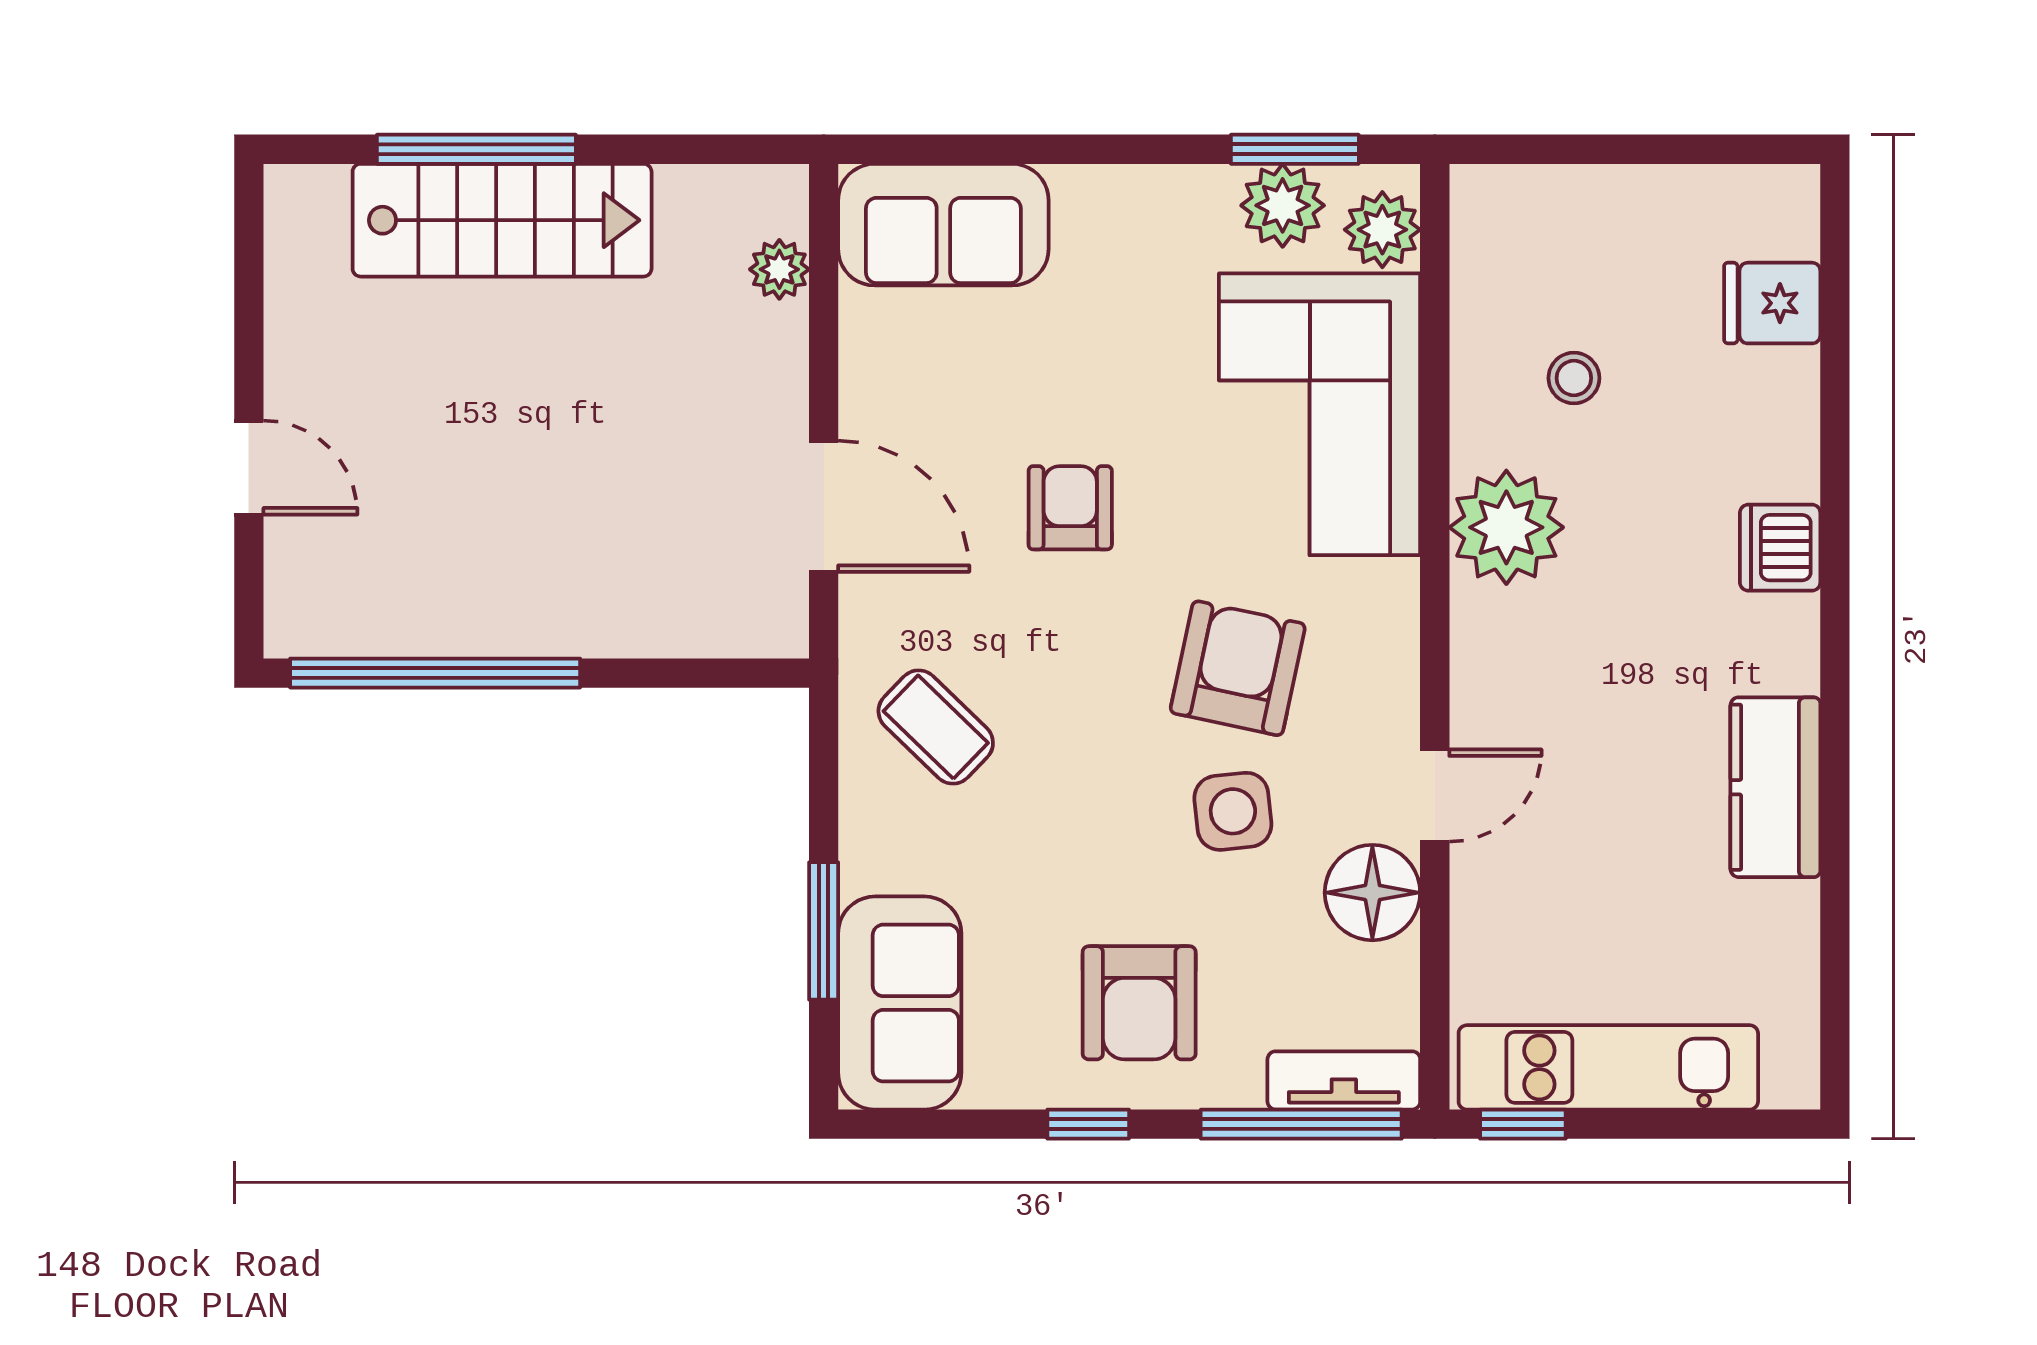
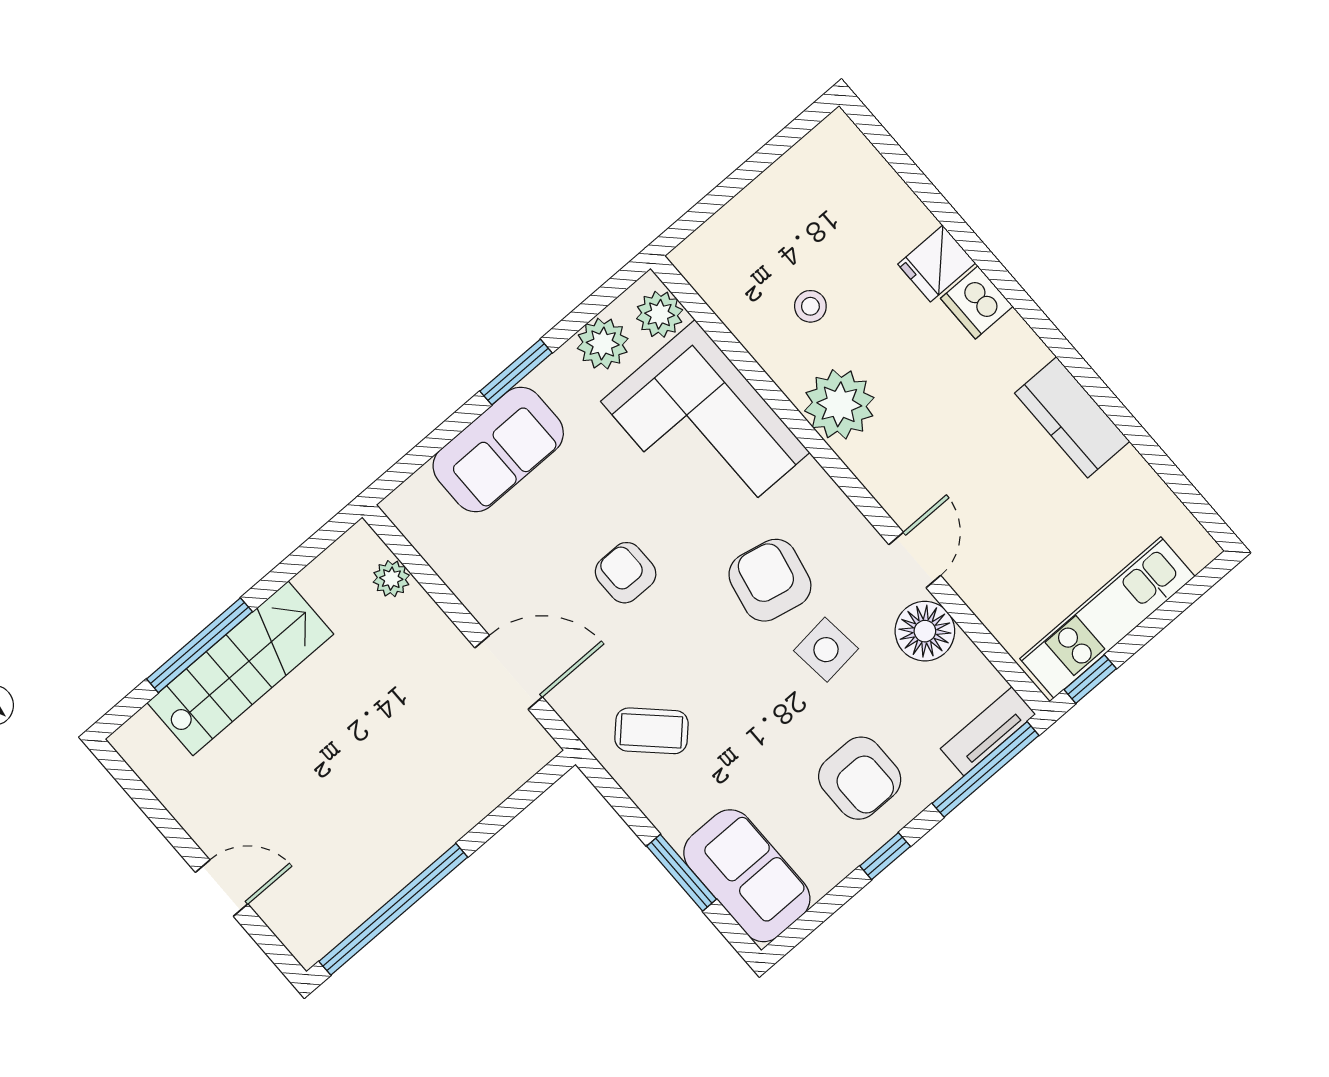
window: (1295, 149) -> (516, 372), moved
sofa: (943, 225) -> (498, 449), moved
fridge: (1772, 303) -> (937, 263), moved

